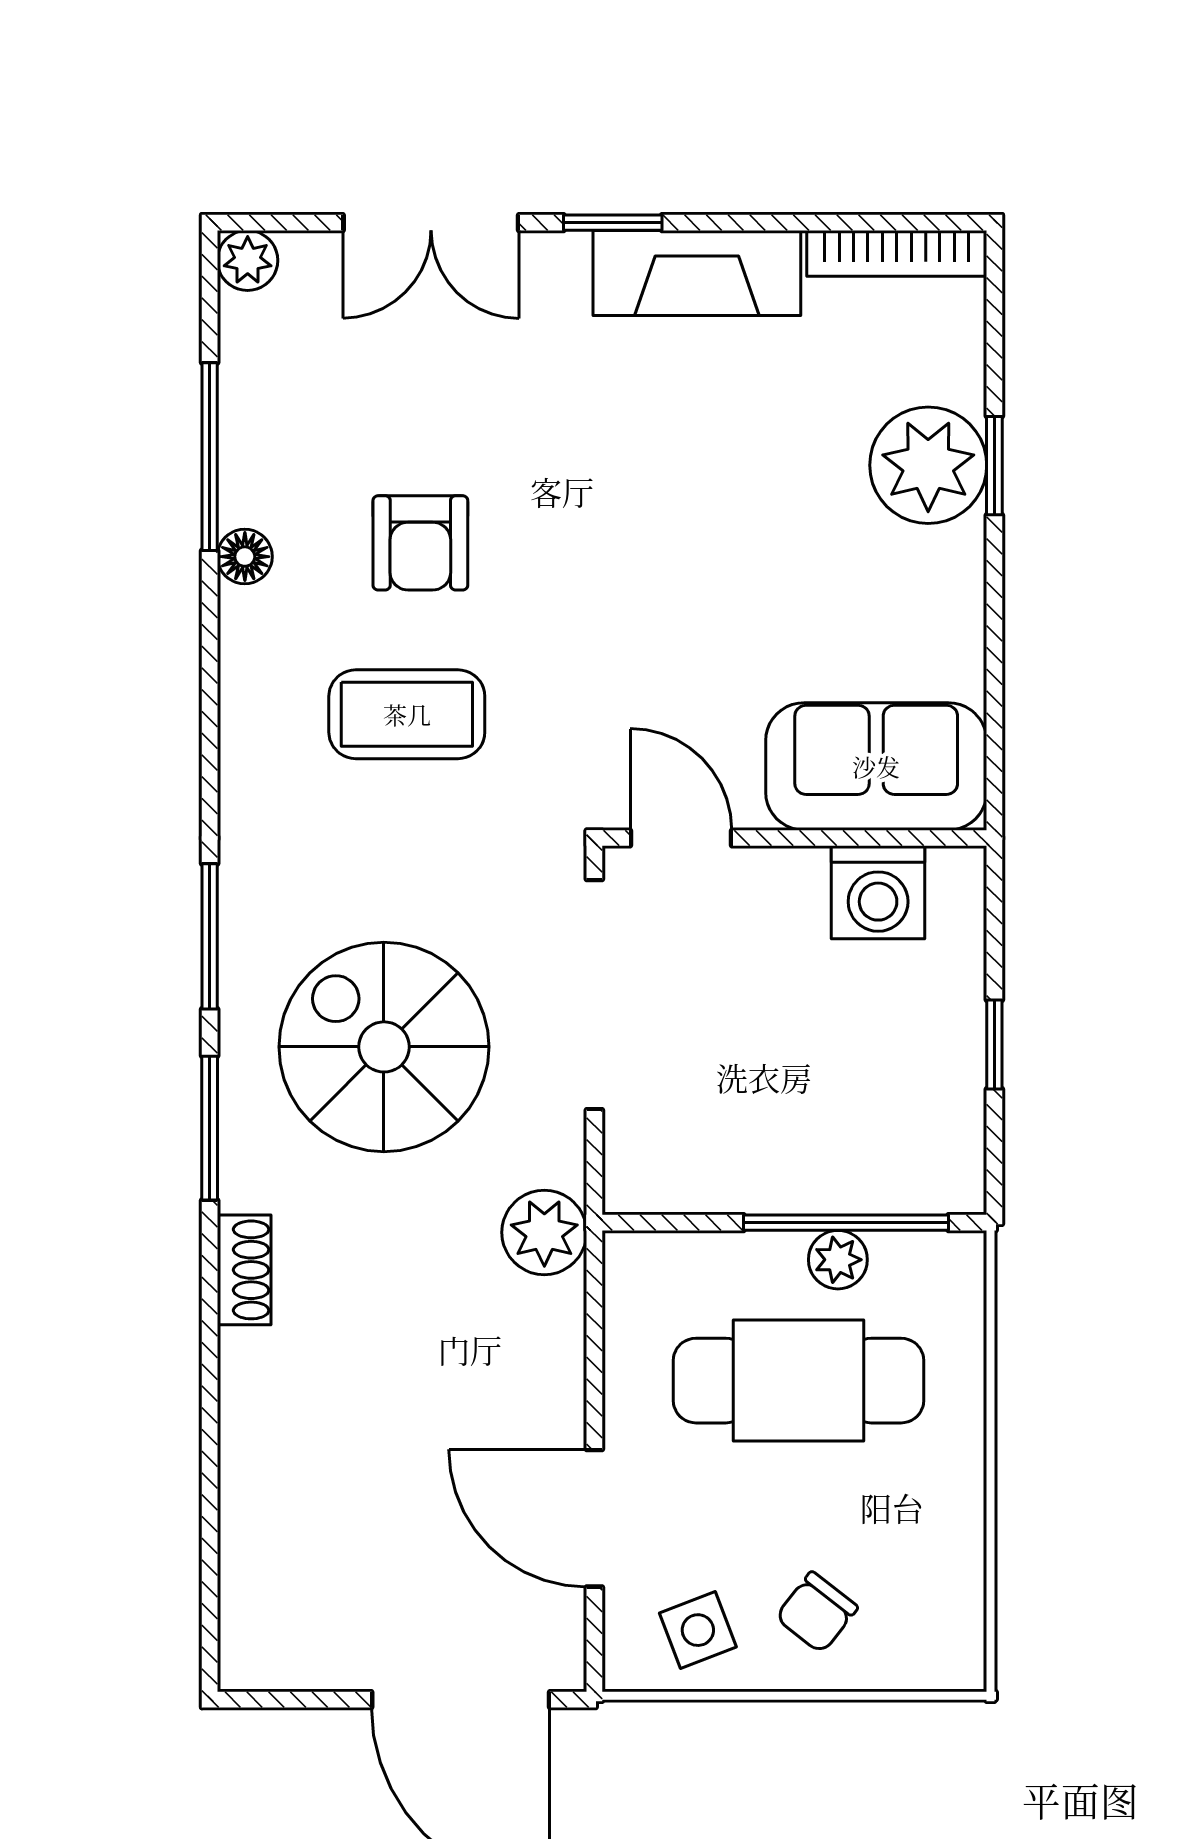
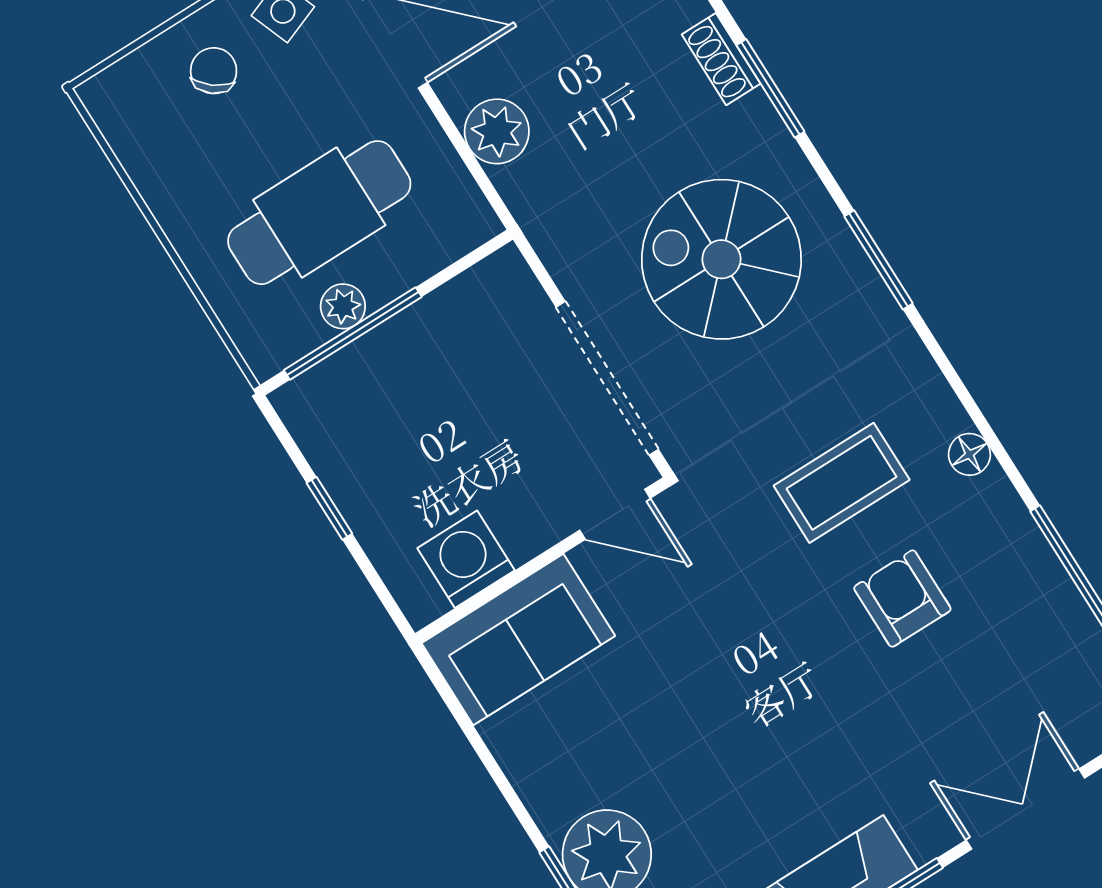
floor lamp: (245, 557) -> (969, 454), moved
spiral stairs: (384, 1047) -> (721, 259), turned 180
window: (210, 1128) -> (770, 88), moved
plant: (544, 1232) -> (497, 131), moved

